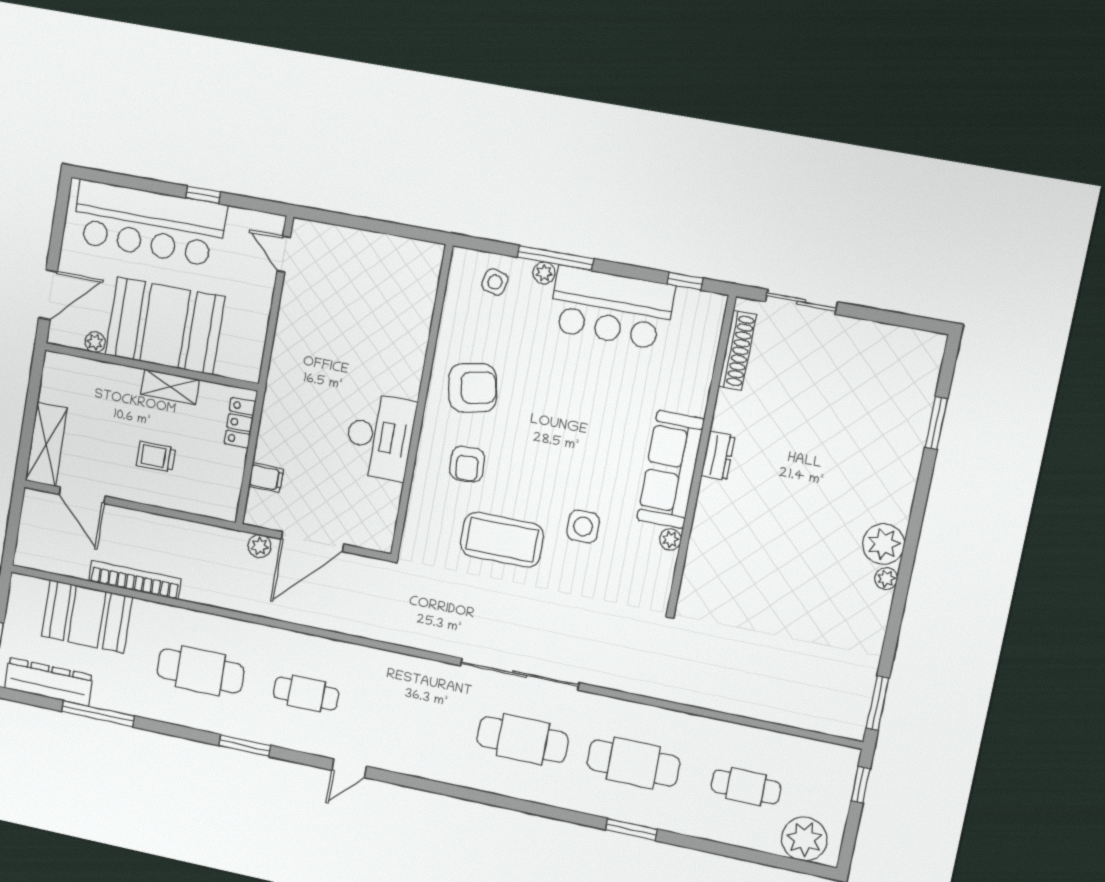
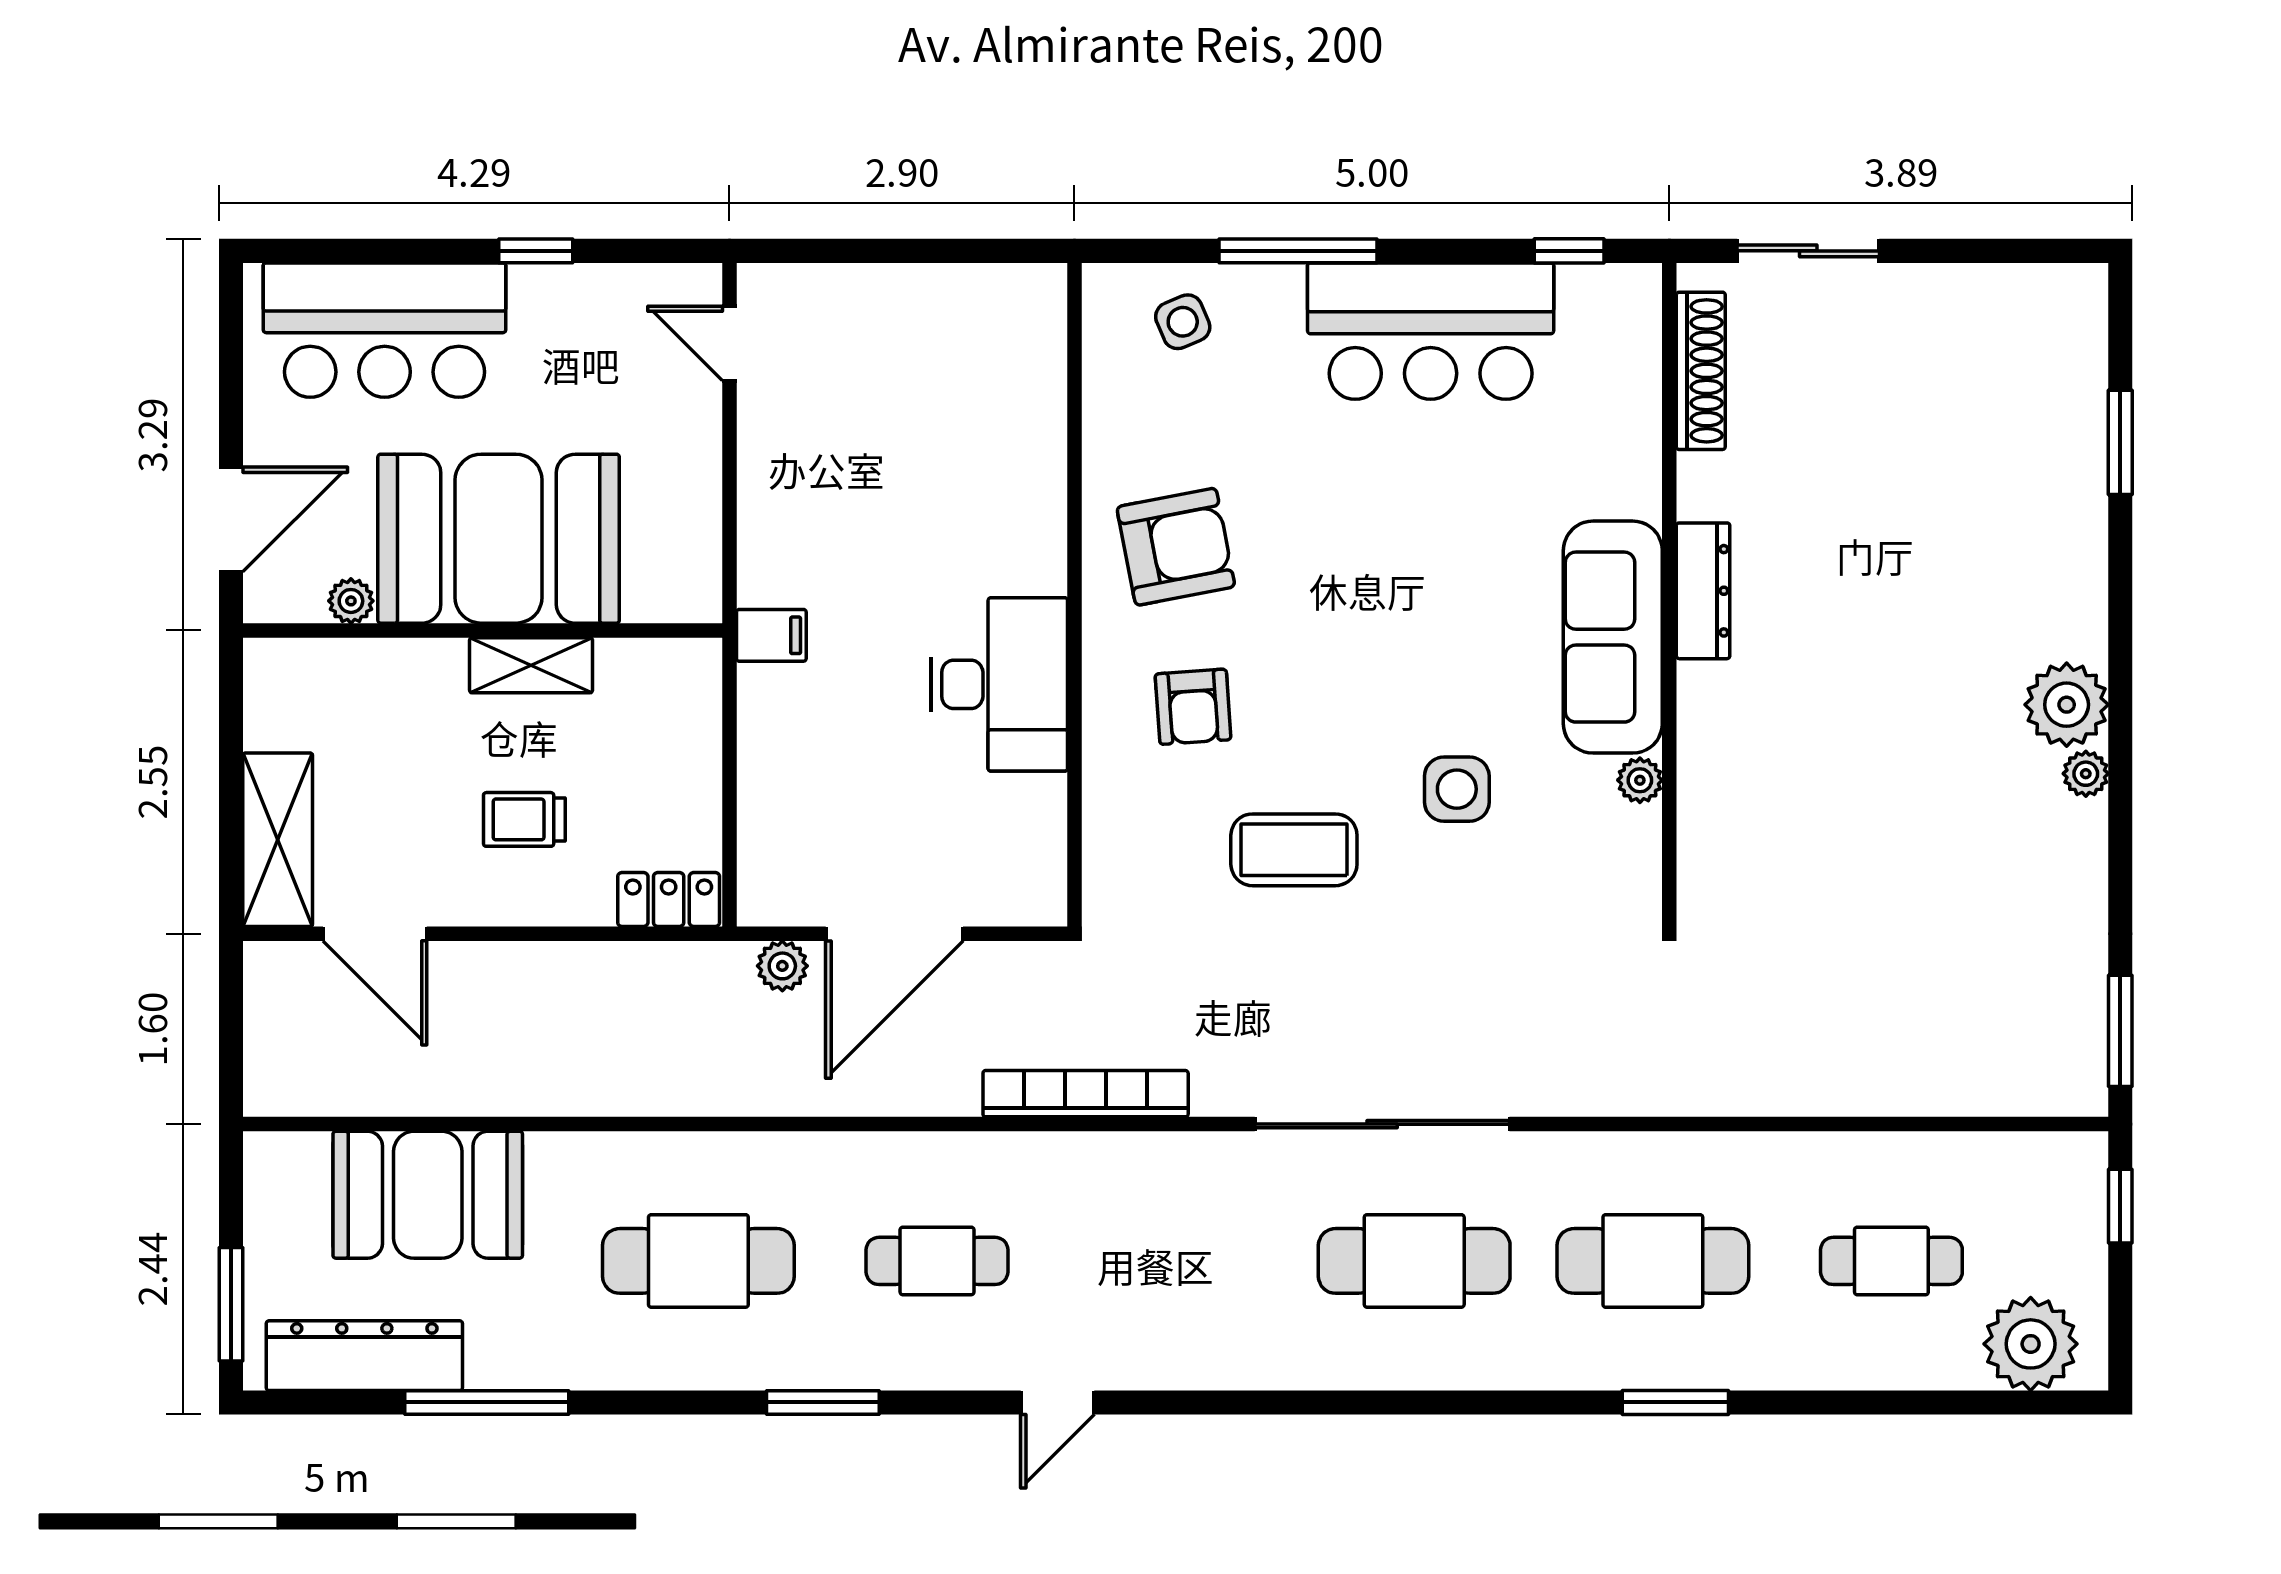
bar counter: (149, 223) -> (385, 330), width x0.73
plant: (544, 273) -> (1280, 285), removed
side table: (495, 282) -> (1183, 322), turned -37
locker: (240, 423) -> (669, 899), moved, turned 90
dresser: (718, 456) -> (1703, 591), width x1.44
filing cabinet: (266, 478) -> (771, 635), moved
coffee table: (502, 540) -> (1294, 850), width x0.73, depth x0.76
bookcase: (135, 580) -> (1086, 1094), moved

